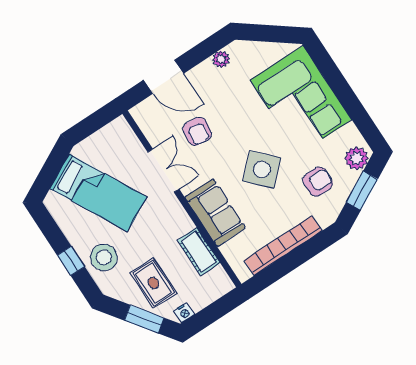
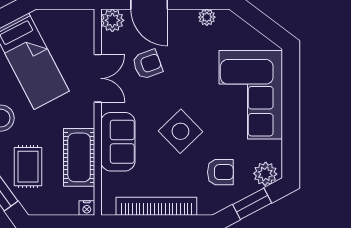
plant: (144, 114) -> (112, 20), added
armchair: (197, 131) -> (147, 64), turned -117
cot: (199, 252) -> (79, 157), width x1.37, depth x1.34
nightstand: (184, 313) -> (87, 208), moved

